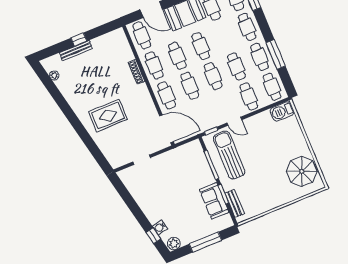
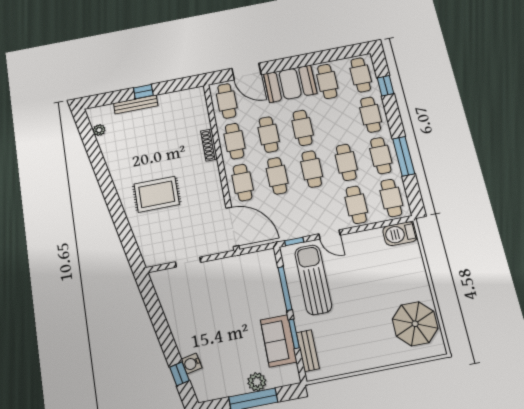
plant: (174, 243) -> (257, 382), moved

